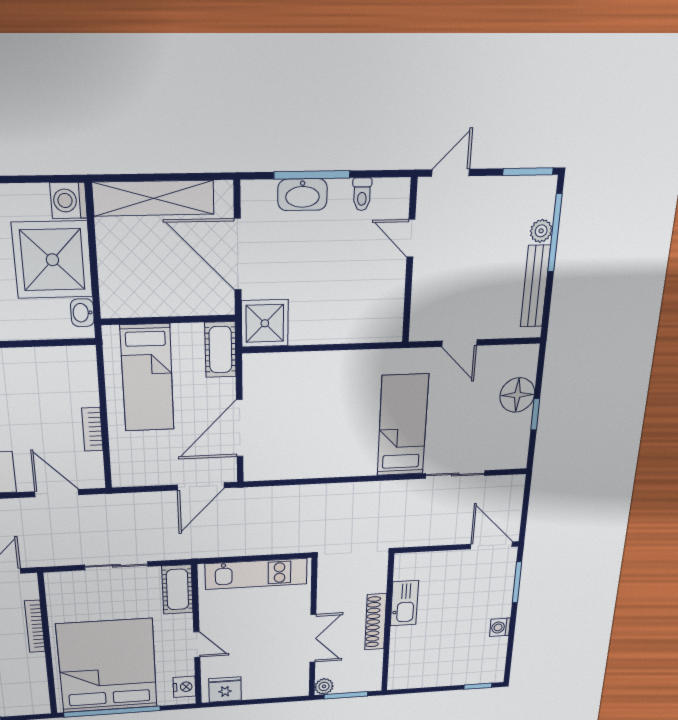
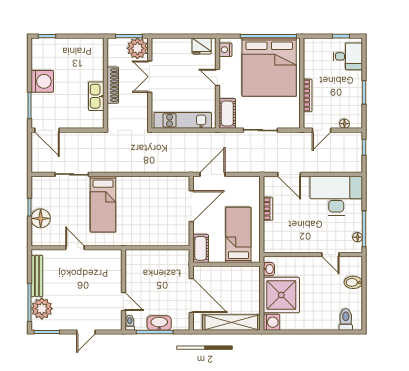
plant: (541, 231) -> (42, 309), width x1.87, depth x1.87
door: (411, 238) -> (123, 301), moved
wall: (410, 262) -> (123, 290), moved
shower: (265, 323) -> (178, 261), removed
washing machine: (500, 627) -> (42, 81), width x1.89, depth x1.89
plant: (324, 686) -> (137, 48), width x1.87, depth x1.87

